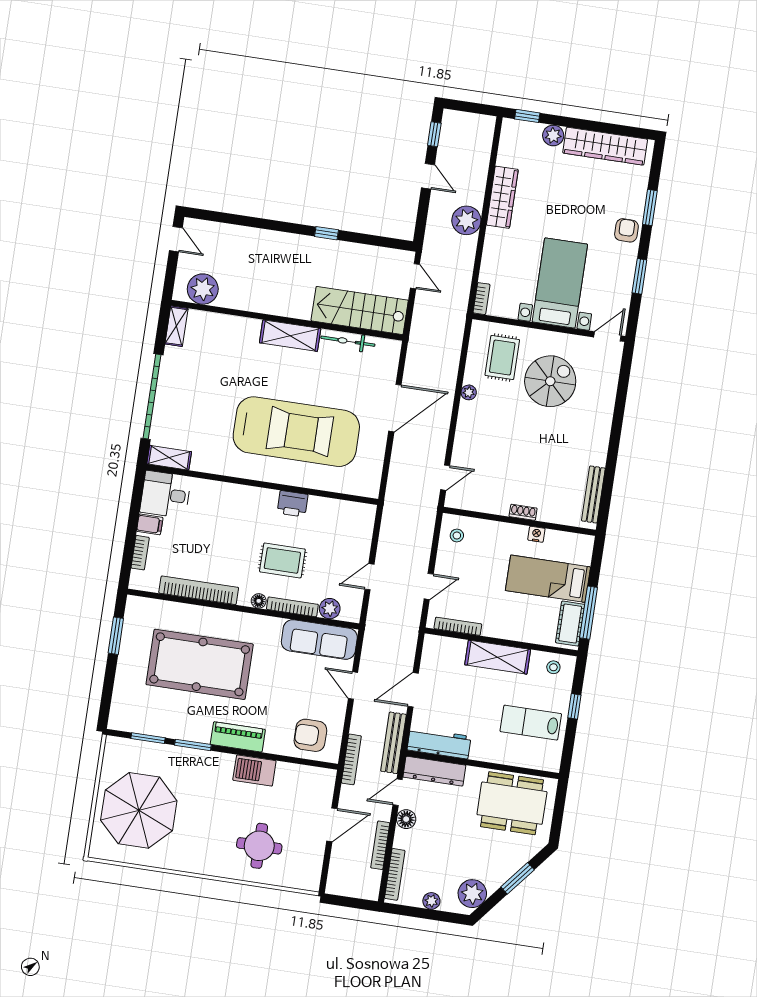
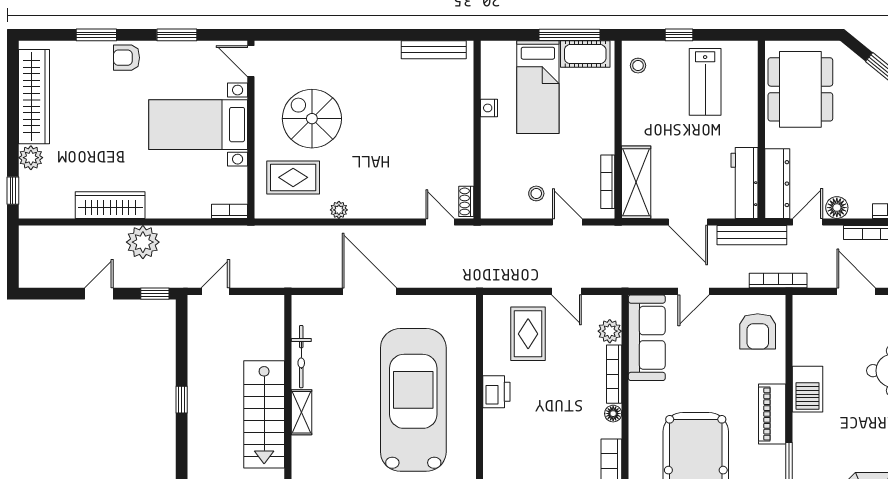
window: (434, 134) -> (155, 294), moved
stairs: (360, 310) -> (264, 414), moved
shelving: (290, 336) -> (301, 412), width x0.67, depth x0.75
shoe rack: (523, 512) -> (466, 201), moved
stool: (457, 536) -> (536, 193), moved
rug: (282, 560) -> (528, 334), moved
shelving: (498, 657) -> (636, 182), moved
door: (398, 792) -> (808, 222), swing flipped

